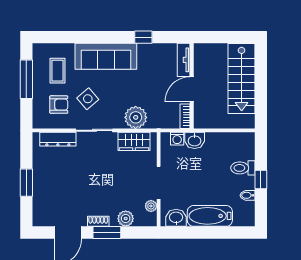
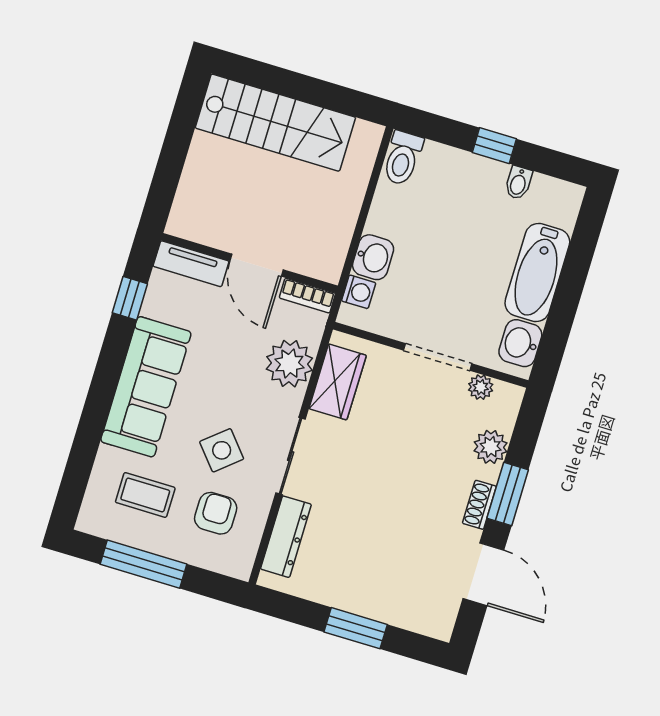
tv unit: (184, 60) -> (191, 264), moved
wall: (192, 86) -> (249, 263), moved
door: (192, 89) -> (257, 265), moved
bookcase: (185, 116) -> (307, 296), moved
toilet: (243, 168) -> (403, 158), moved

